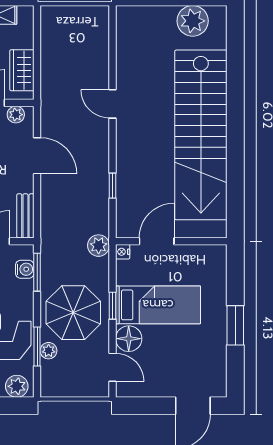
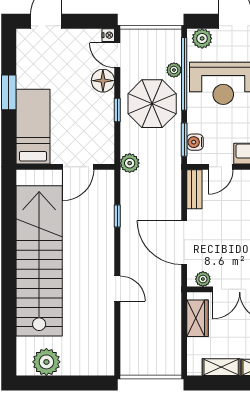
door: (37, 156) -> (184, 243), width x1.36
nightstand: (123, 252) -> (108, 35), moved
bed: (158, 305) -> (33, 127), moved, turned 90
window: (37, 346) -> (184, 74), width x2.11

